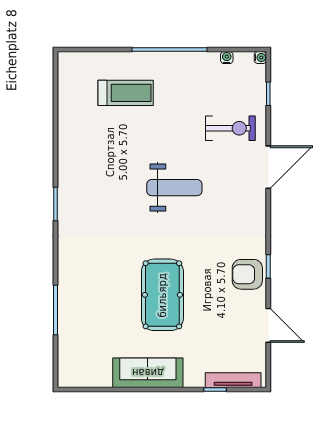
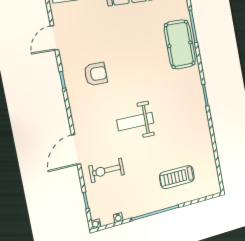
armchair: (247, 274) -> (96, 74), moved
pool table: (162, 295) -> (180, 44), moved
door: (268, 325) -> (54, 38), hinge flipped

